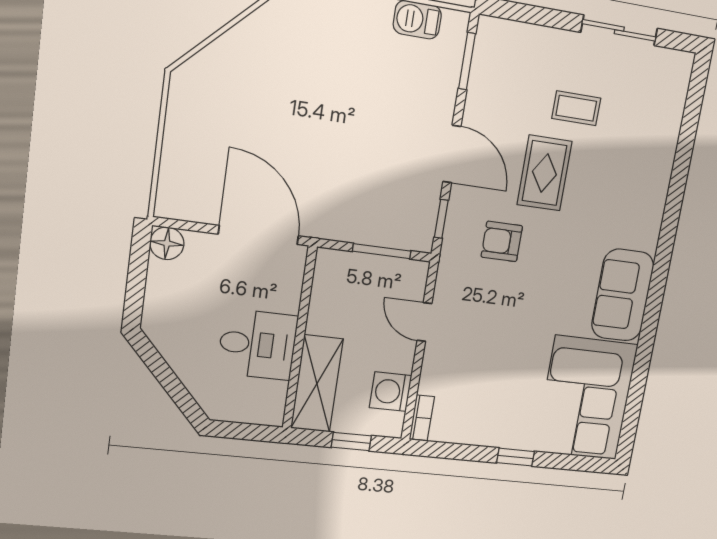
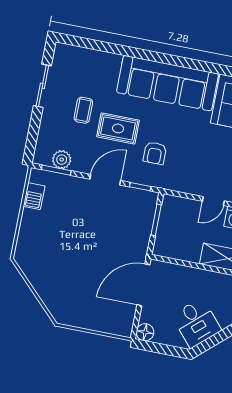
plant: (487, 71) -> (62, 160), added
sofa: (623, 295) -> (167, 83), width x1.85, depth x1.27
door: (424, 322) -> (213, 201), moved
desk: (258, 344) -> (196, 323), moved, turned 138

